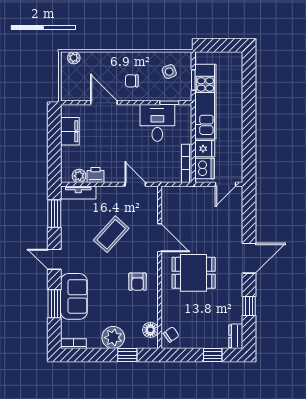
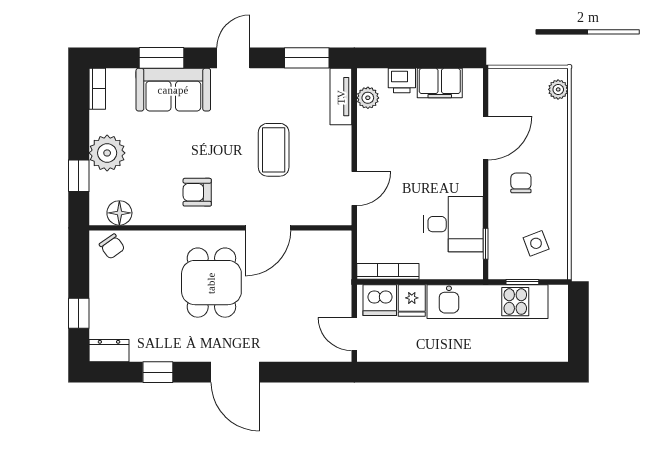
printer: (95, 175) -> (402, 81), moved, turned 90
coffee table: (111, 234) -> (274, 150), turned 48

